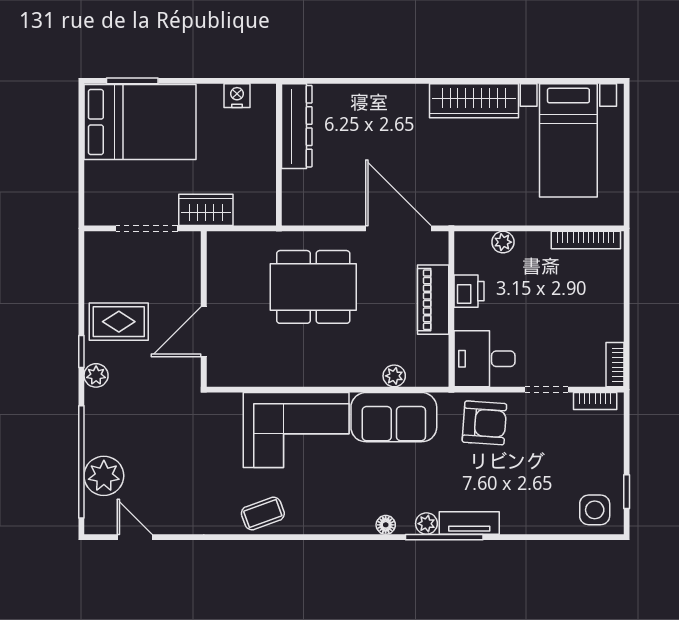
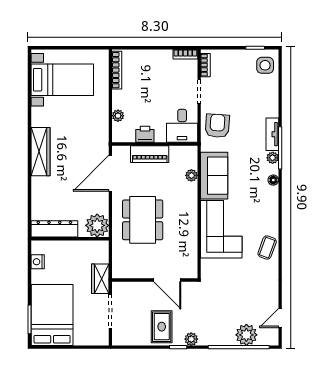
wardrobe: (474, 101) -> (40, 152), moved
plant: (303, 204) -> (97, 225), added
coffee table: (263, 513) -> (267, 248), turned 40

